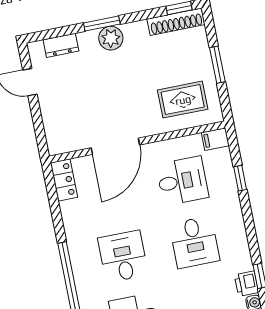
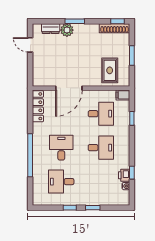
plant: (111, 38) -> (67, 30), moved
rug: (183, 100) -> (110, 70), turned 90
locker: (64, 180) -> (38, 106), width x1.53
desk: (194, 242) -> (101, 148), turned -90

